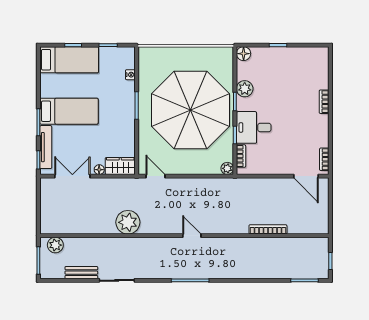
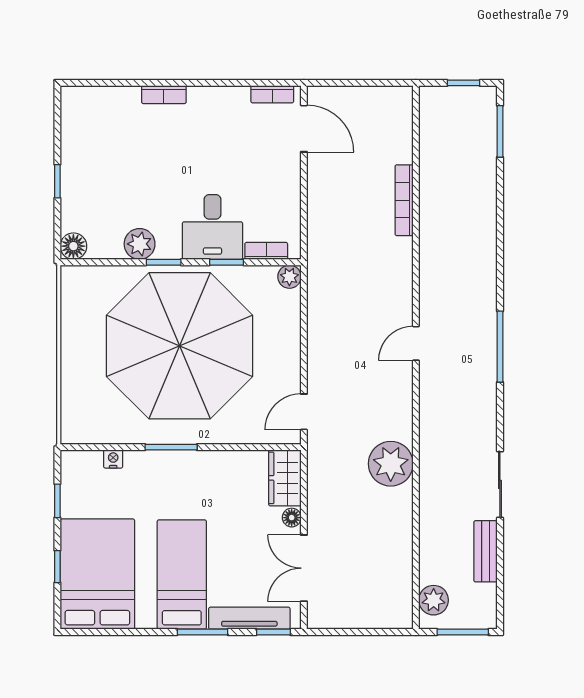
bed: (69, 60) -> (97, 574), width x1.50
door: (306, 176) -> (304, 129), hinge flipped

